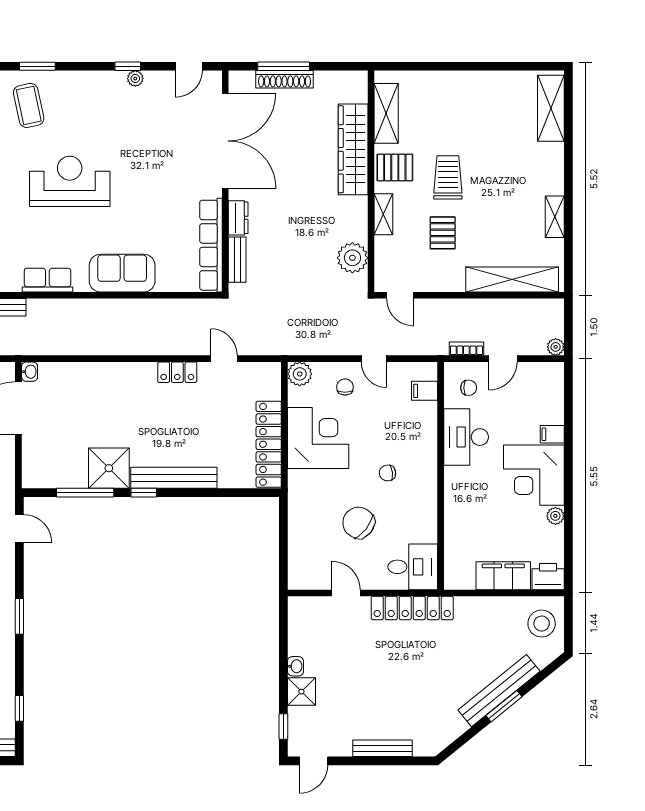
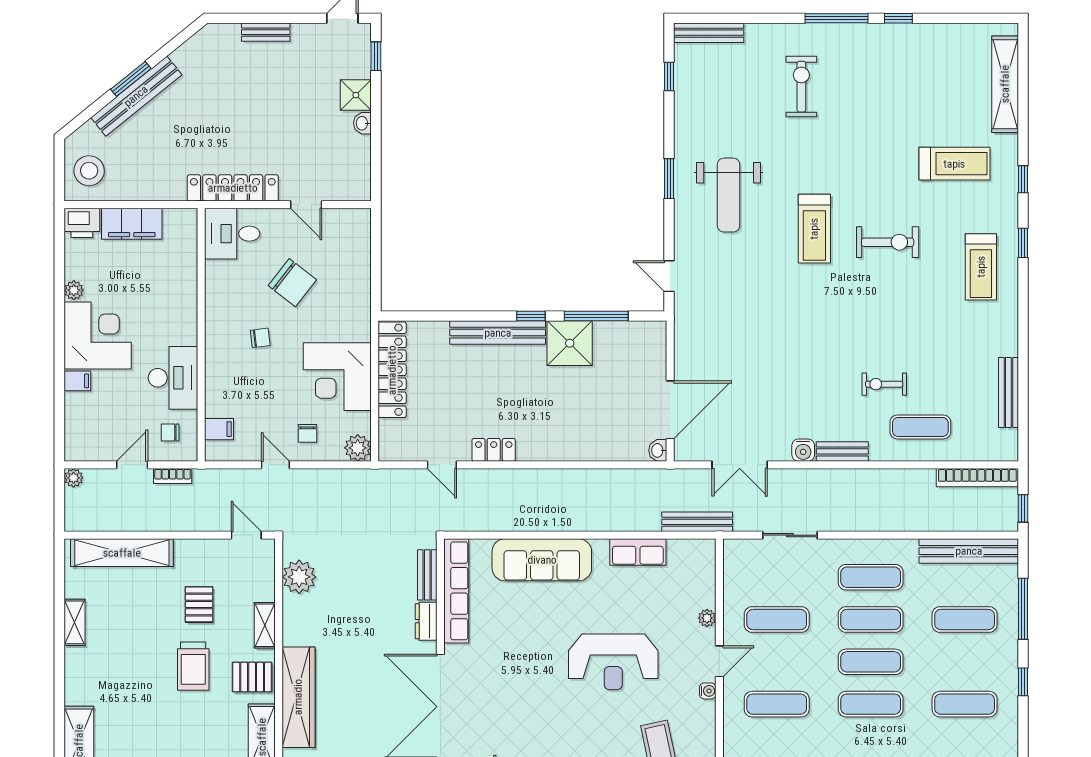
sofa: (122, 273) -> (542, 560), width x1.36
bench: (382, 748) -> (266, 32), width x0.73

